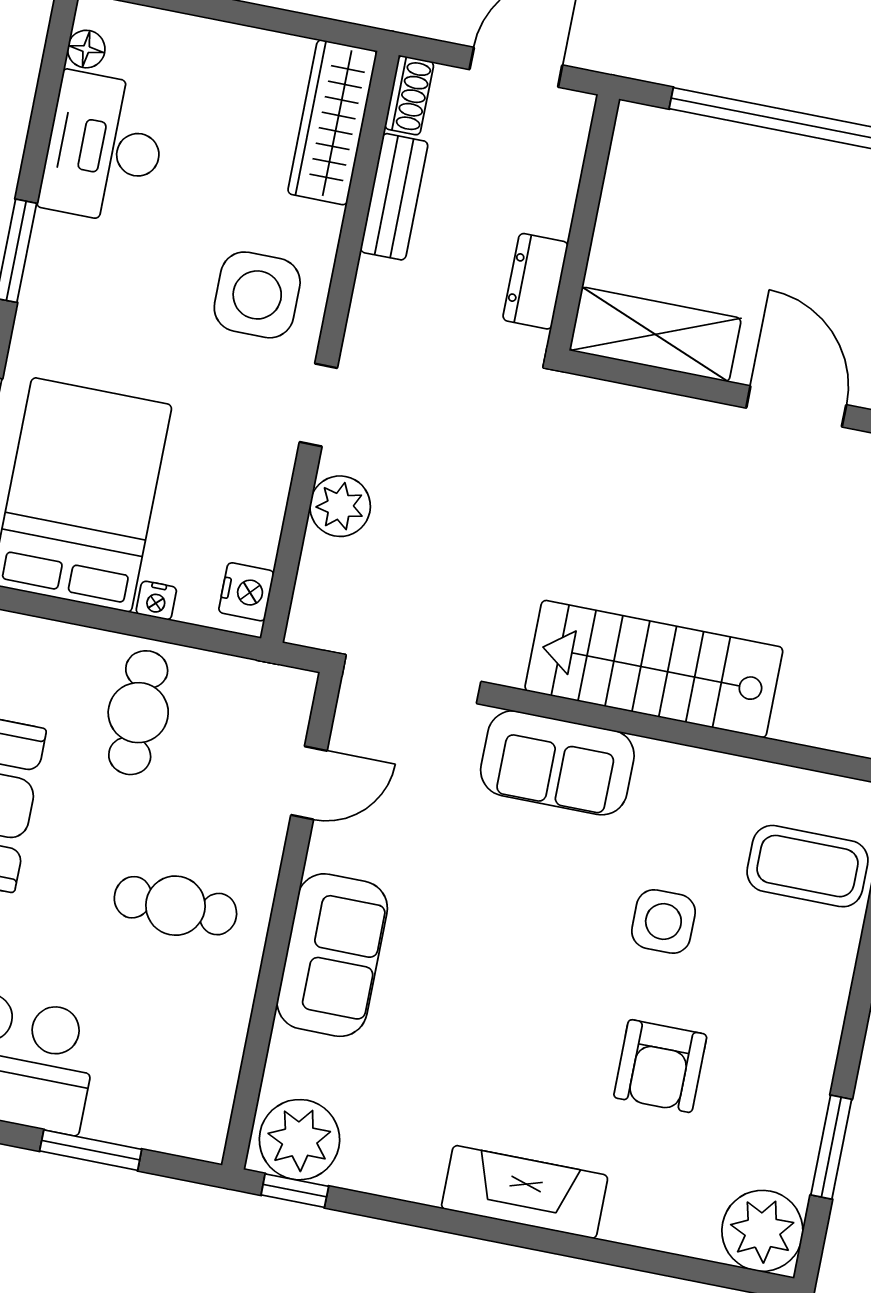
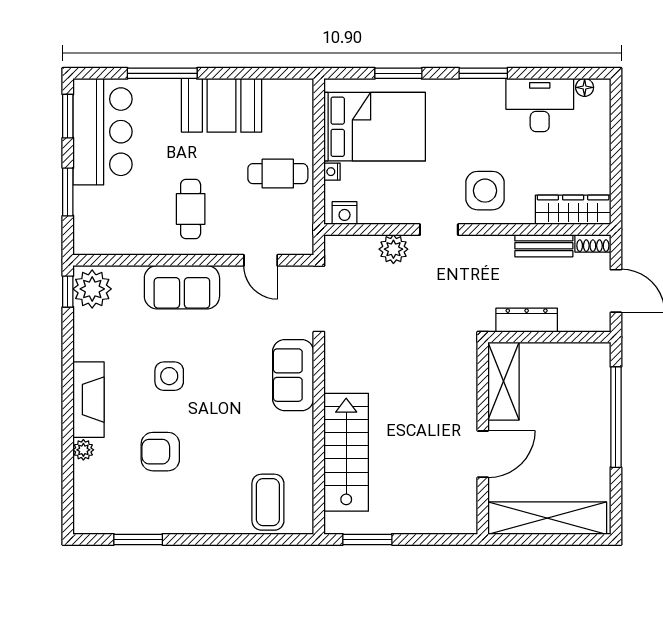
dresser: (535, 281) -> (527, 320), width x1.44
stairs: (654, 669) -> (346, 452), moved
side table: (663, 921) -> (169, 376), moved
plant: (762, 1231) -> (83, 450), moved, width x0.53, depth x0.53

